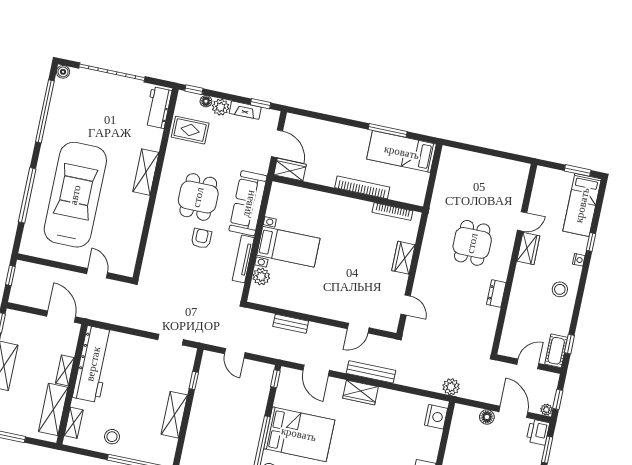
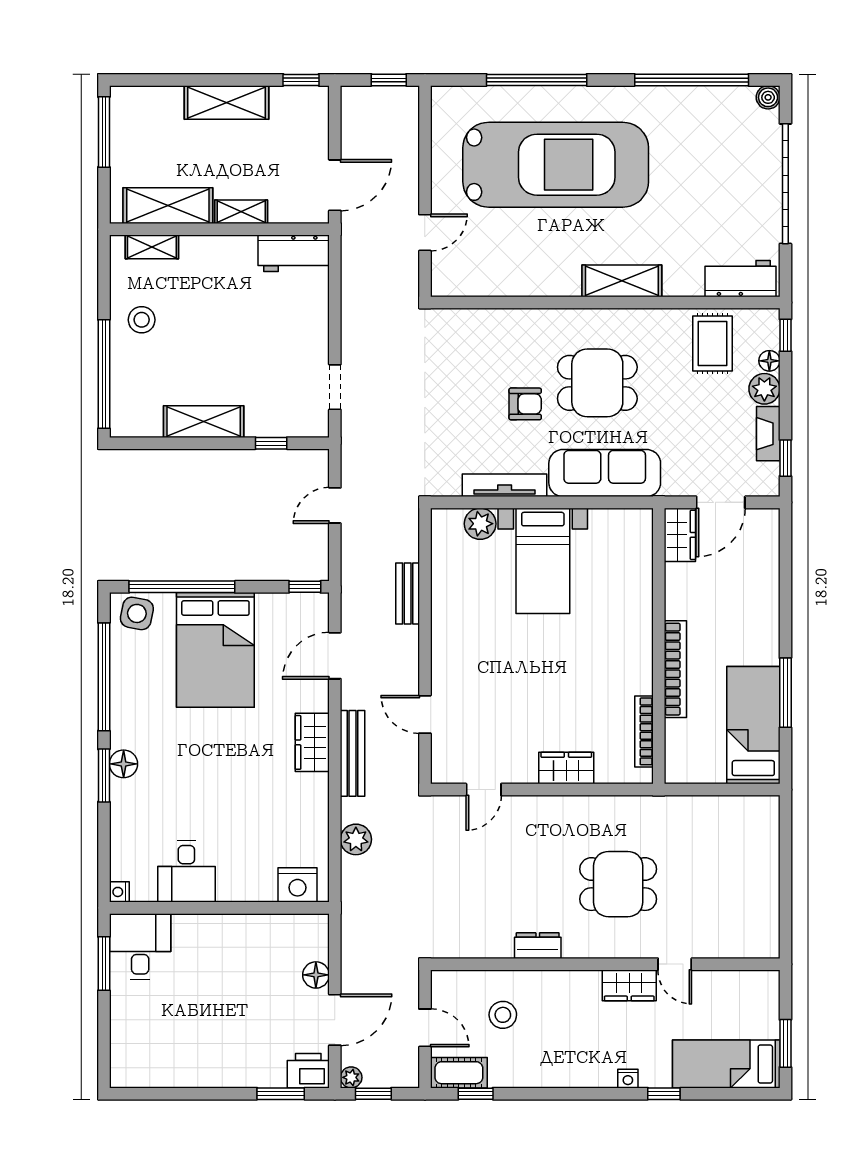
stool: (560, 289) -> (503, 1015), moved
workbench: (93, 364) -> (294, 253), width x0.53, depth x0.76
plant: (451, 387) -> (356, 839), moved

